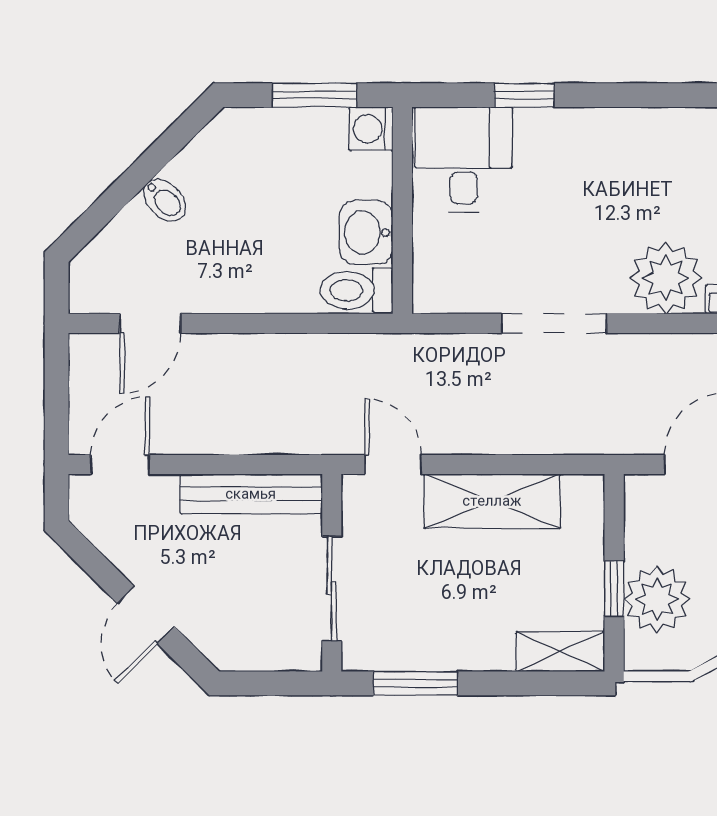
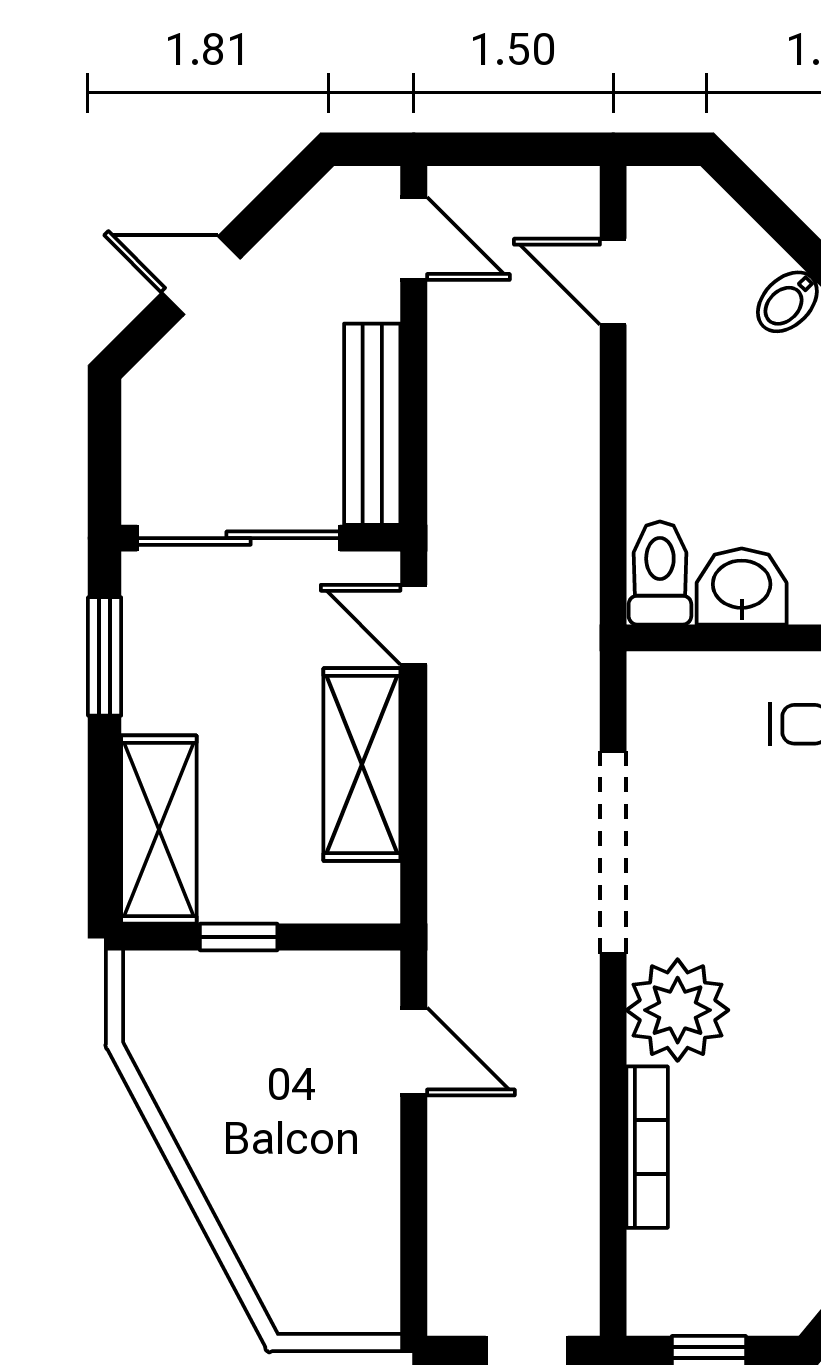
doorway: (554, 323) -> (613, 852), width x1.36
door: (393, 465) -> (414, 625), swing flipped
sliding door: (332, 588) -> (239, 538), width x1.37
plant: (657, 599) -> (223, 997), removed
shelving: (560, 652) -> (159, 830), width x1.50, depth x1.33

